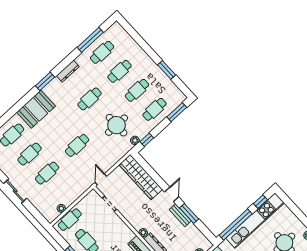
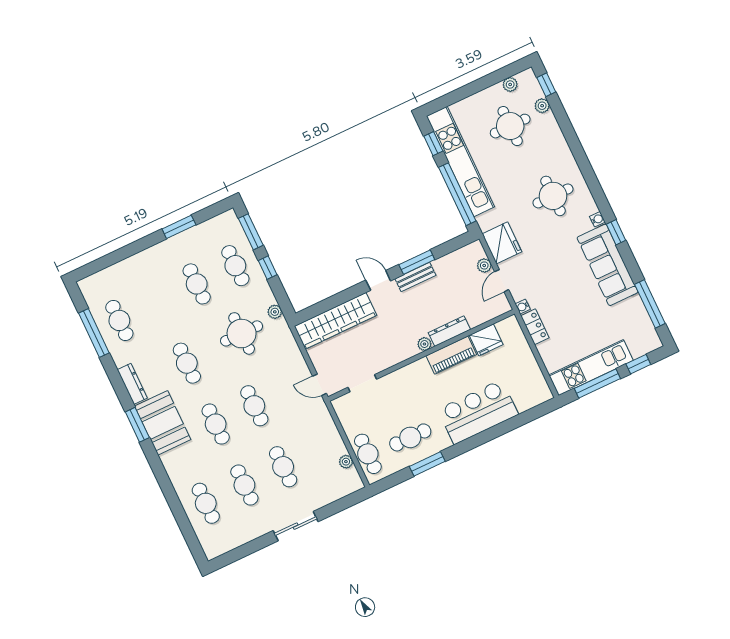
cafe table: (120, 71) -> (216, 424), moved
booth: (36, 109) -> (163, 423), moved
window: (147, 140) -> (268, 268), moved

